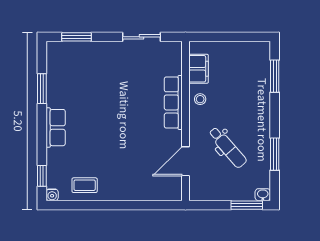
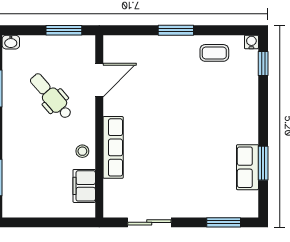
row of seats: (56, 128) -> (247, 167), moved
window: (118, 205) -> (176, 30), added
window: (247, 205) -> (64, 30), moved

